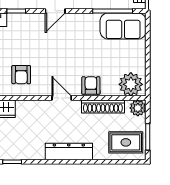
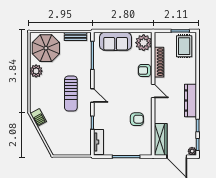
sofa: (123, 26) -> (116, 41), moved, turned 90
door: (62, 98) -> (153, 91), swing flipped
plant: (138, 108) -> (160, 38), removed
dresser: (69, 152) -> (191, 101), moved

